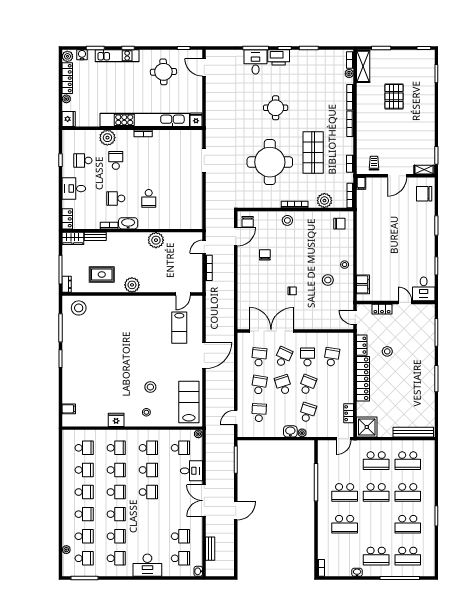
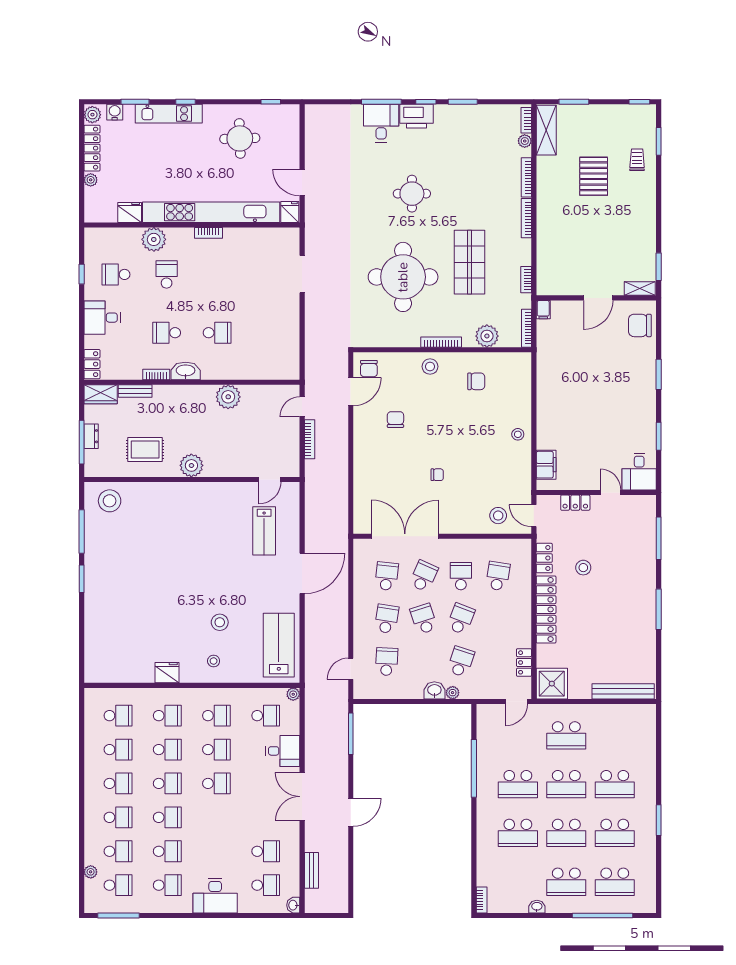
door: (204, 67) -> (302, 182), moved
fridge: (69, 119) -> (130, 212), moved, turned -90
trolley: (374, 163) -> (637, 160), moved
school desk: (149, 198) -> (217, 333), turned -90
chair: (339, 224) -> (476, 381), moved
stool: (328, 280) -> (498, 516), moved
dresser: (67, 284) -> (91, 436), moved
filing cabinet: (69, 409) -> (94, 656), removed
school desk: (408, 461) -> (566, 833), moved

